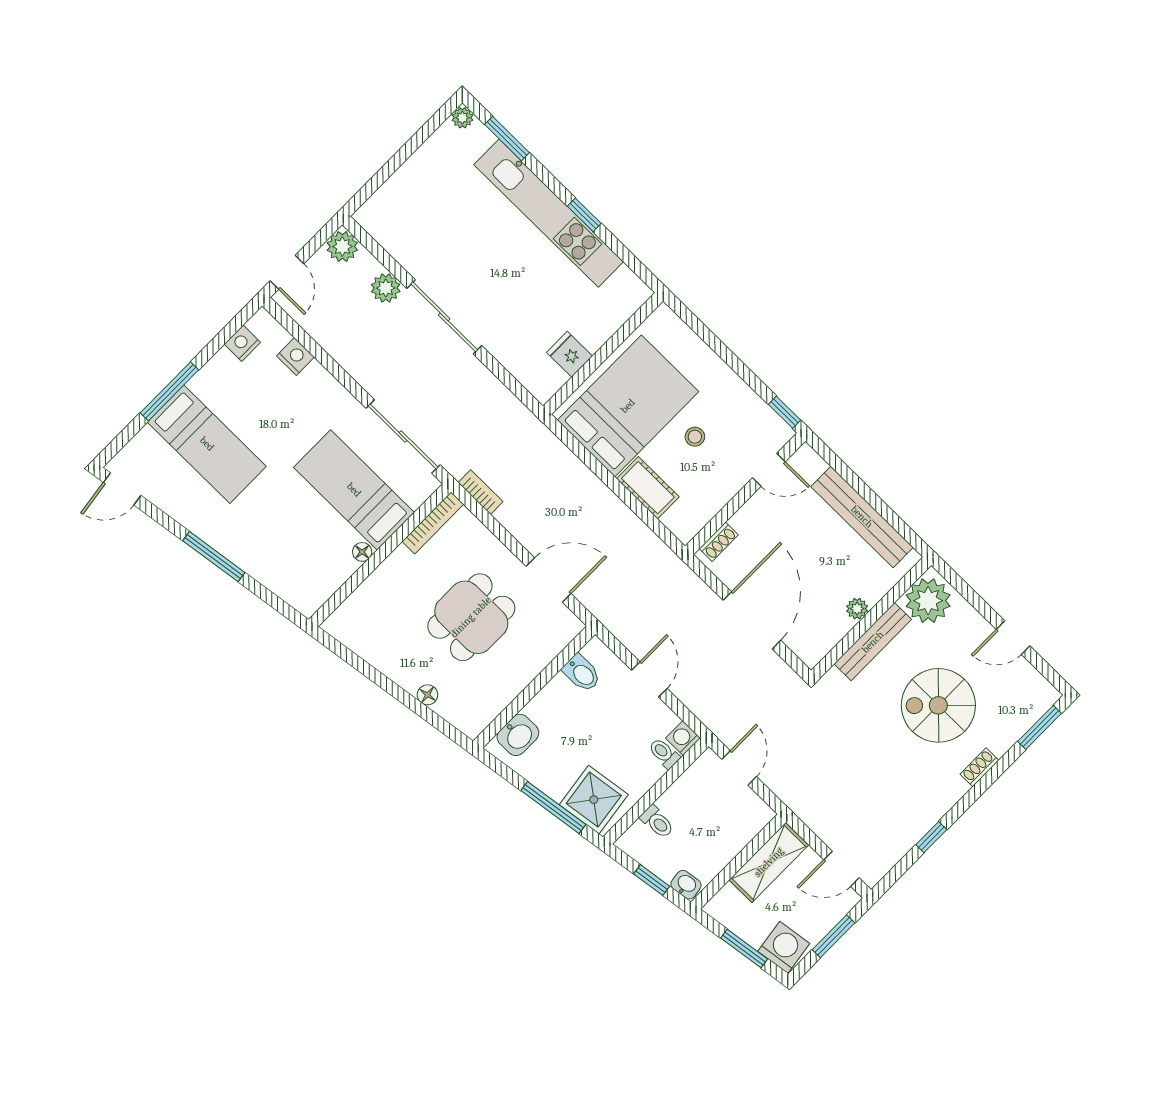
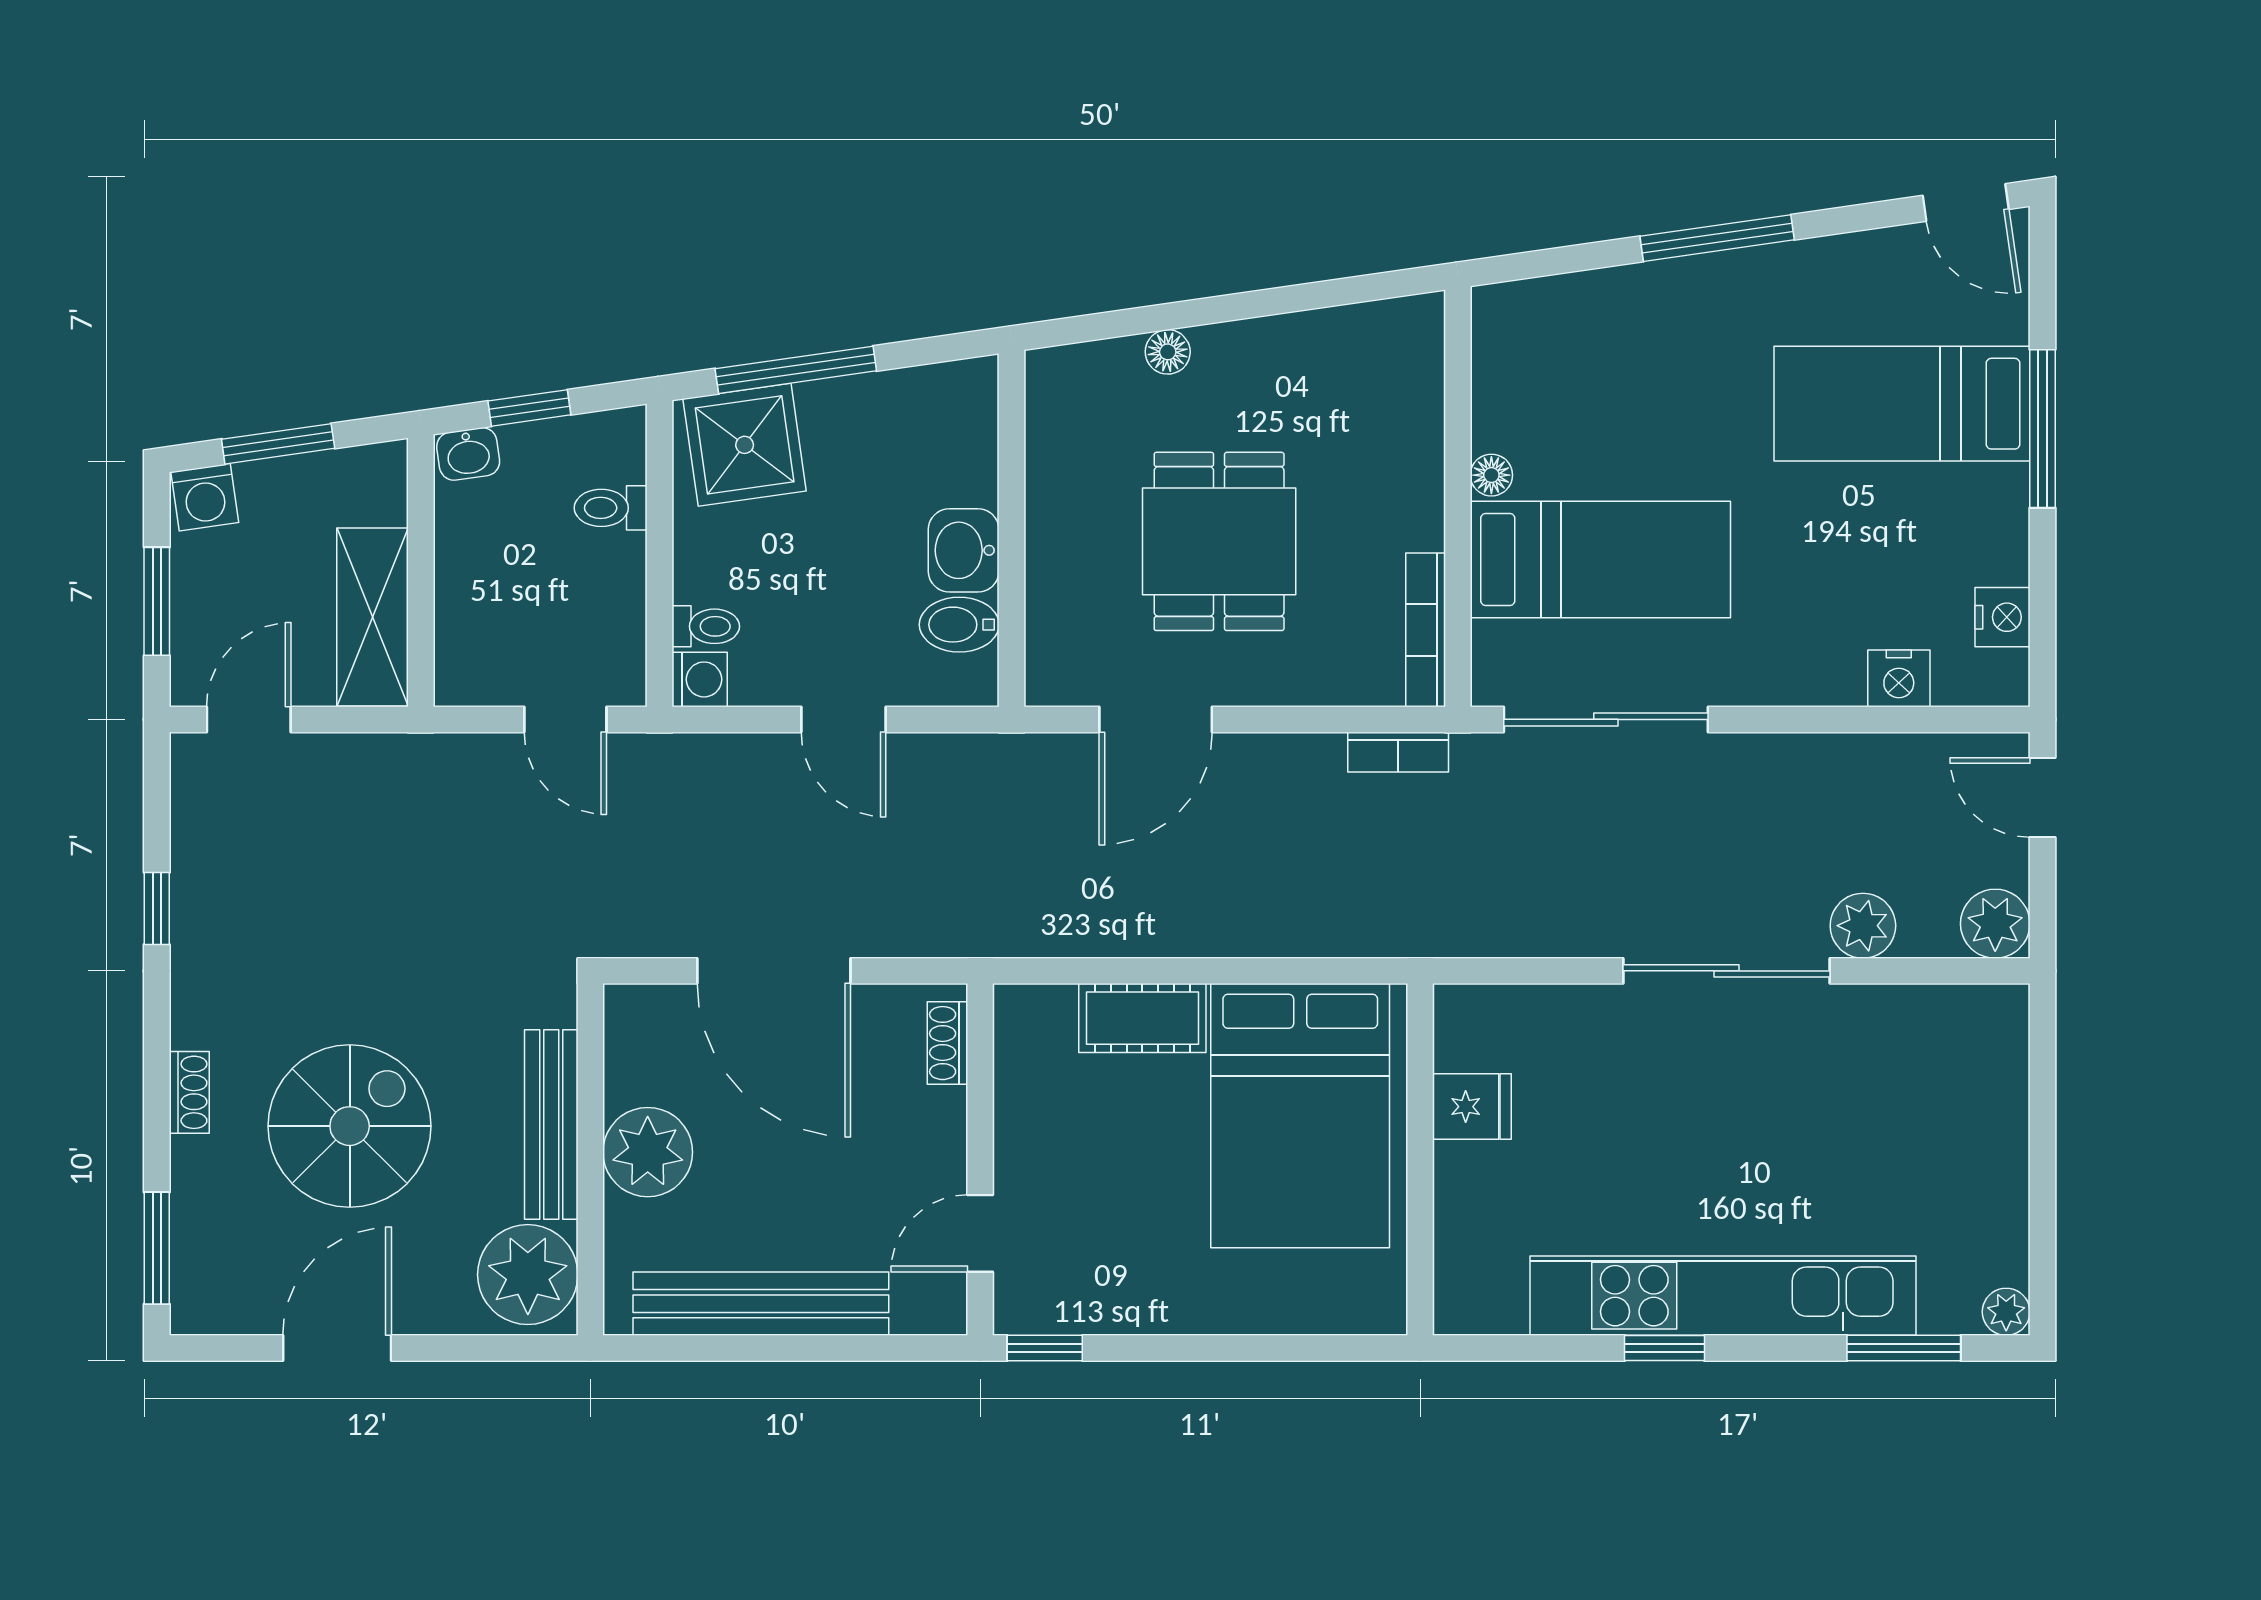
stool: (695, 437) -> (1148, 1171), removed
door: (122, 489) -> (1966, 202), swing flipped
plant: (857, 609) -> (648, 1152), width x1.87, depth x1.87
door: (1013, 638) -> (337, 1348), width x1.38
washbasin: (518, 735) -> (964, 550), moved
washing machine: (784, 947) -> (205, 497), width x0.73, depth x0.73

